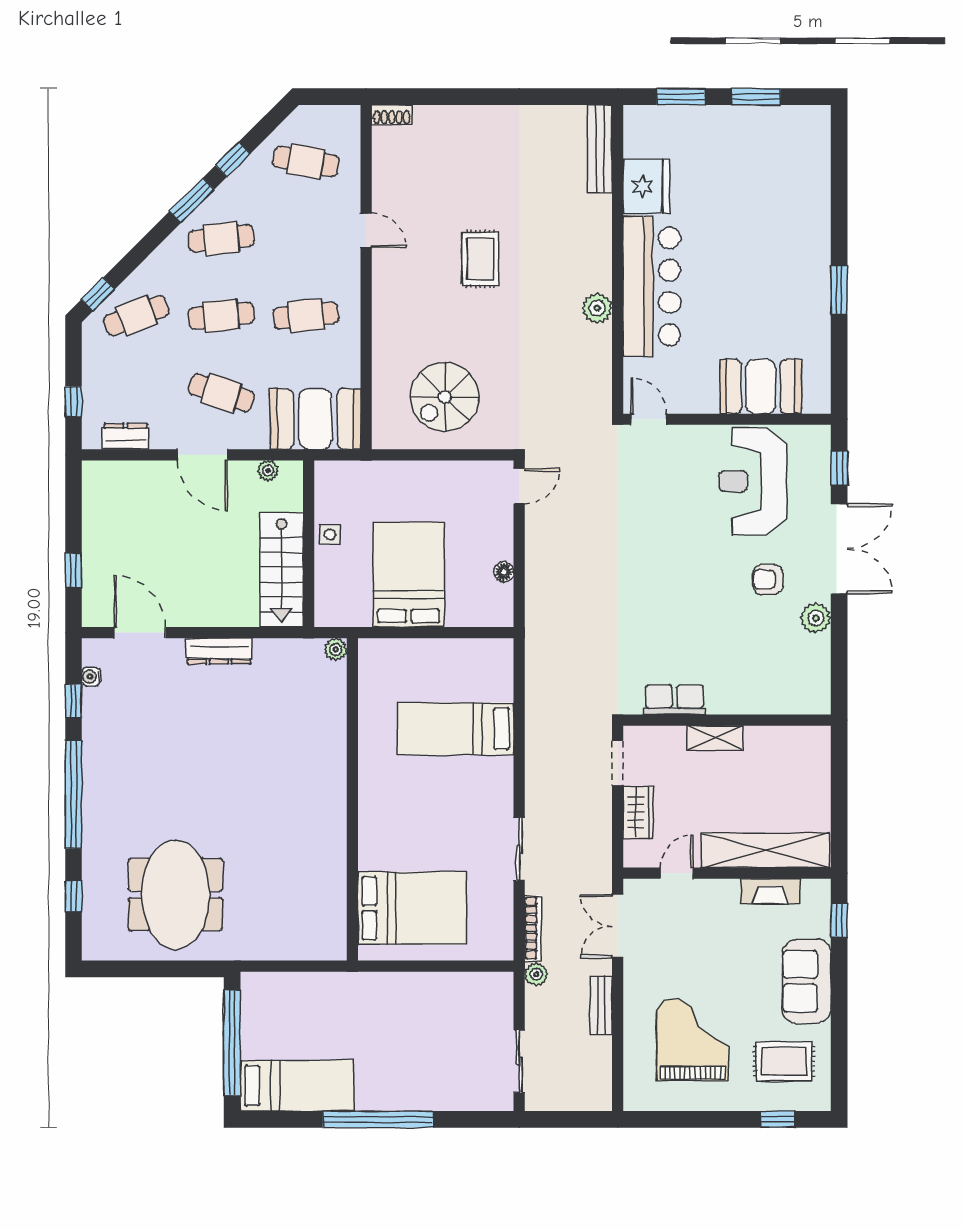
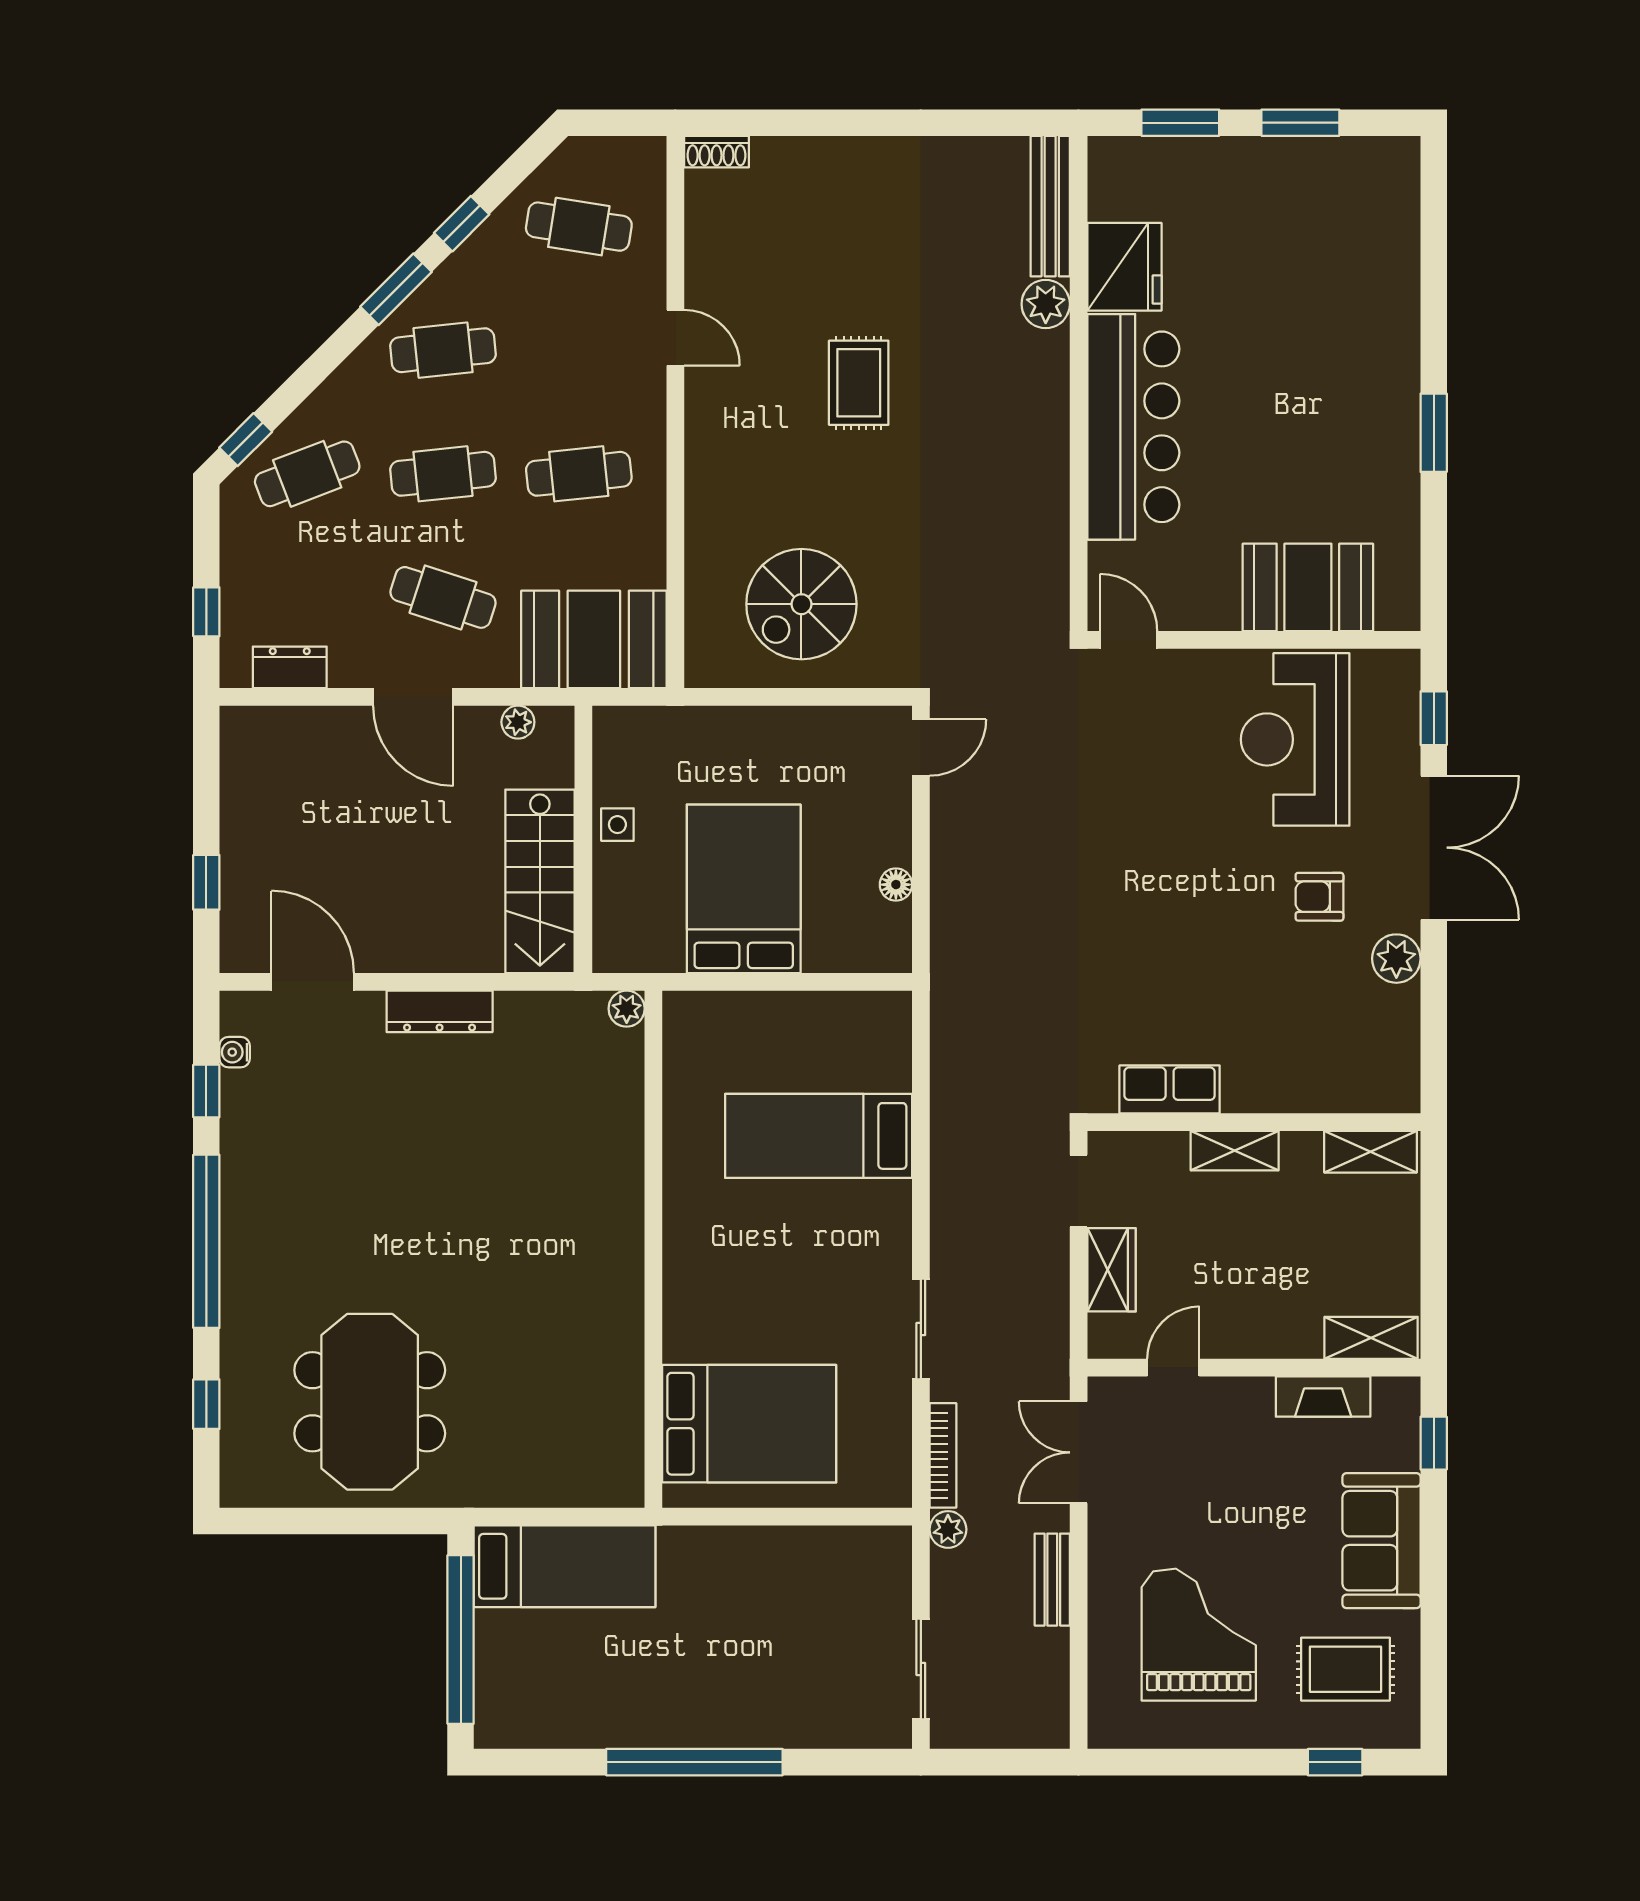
plant: (597, 308) -> (1046, 304), moved
shelving: (800, 739) -> (1371, 1152), added
shelving: (765, 850) -> (1371, 1338), width x0.45, depth x0.75
bed: (297, 1086) -> (565, 1566), moved

